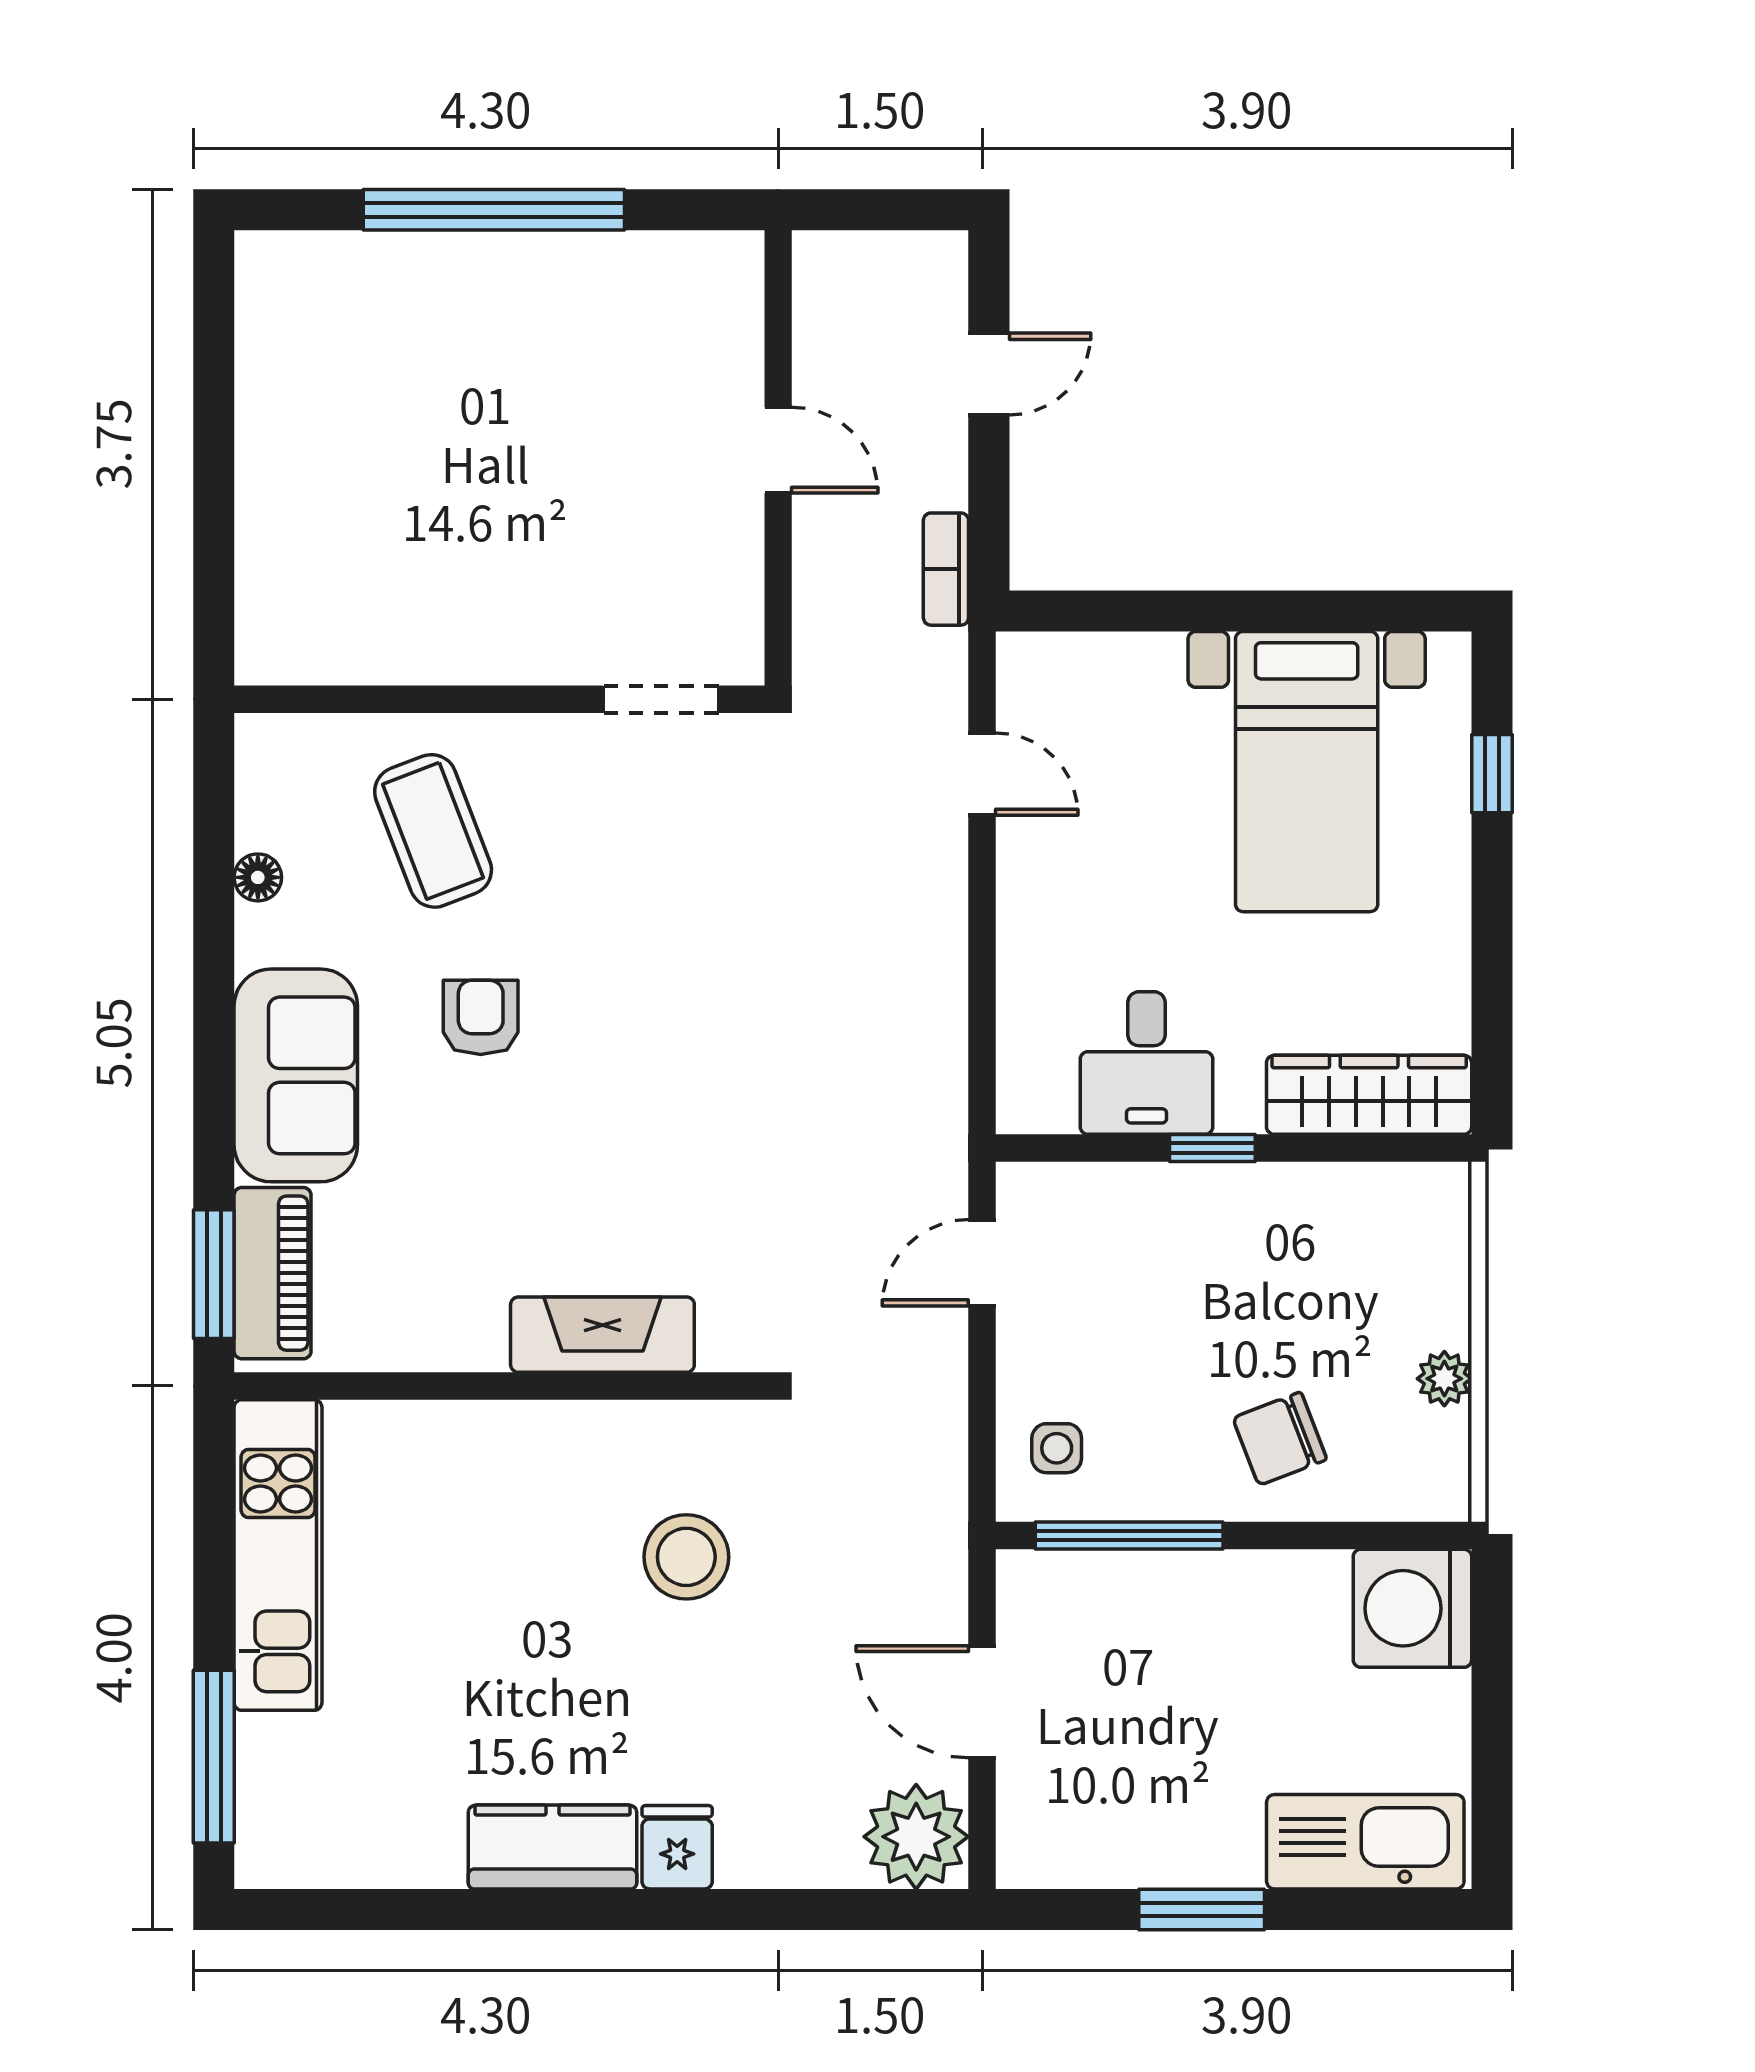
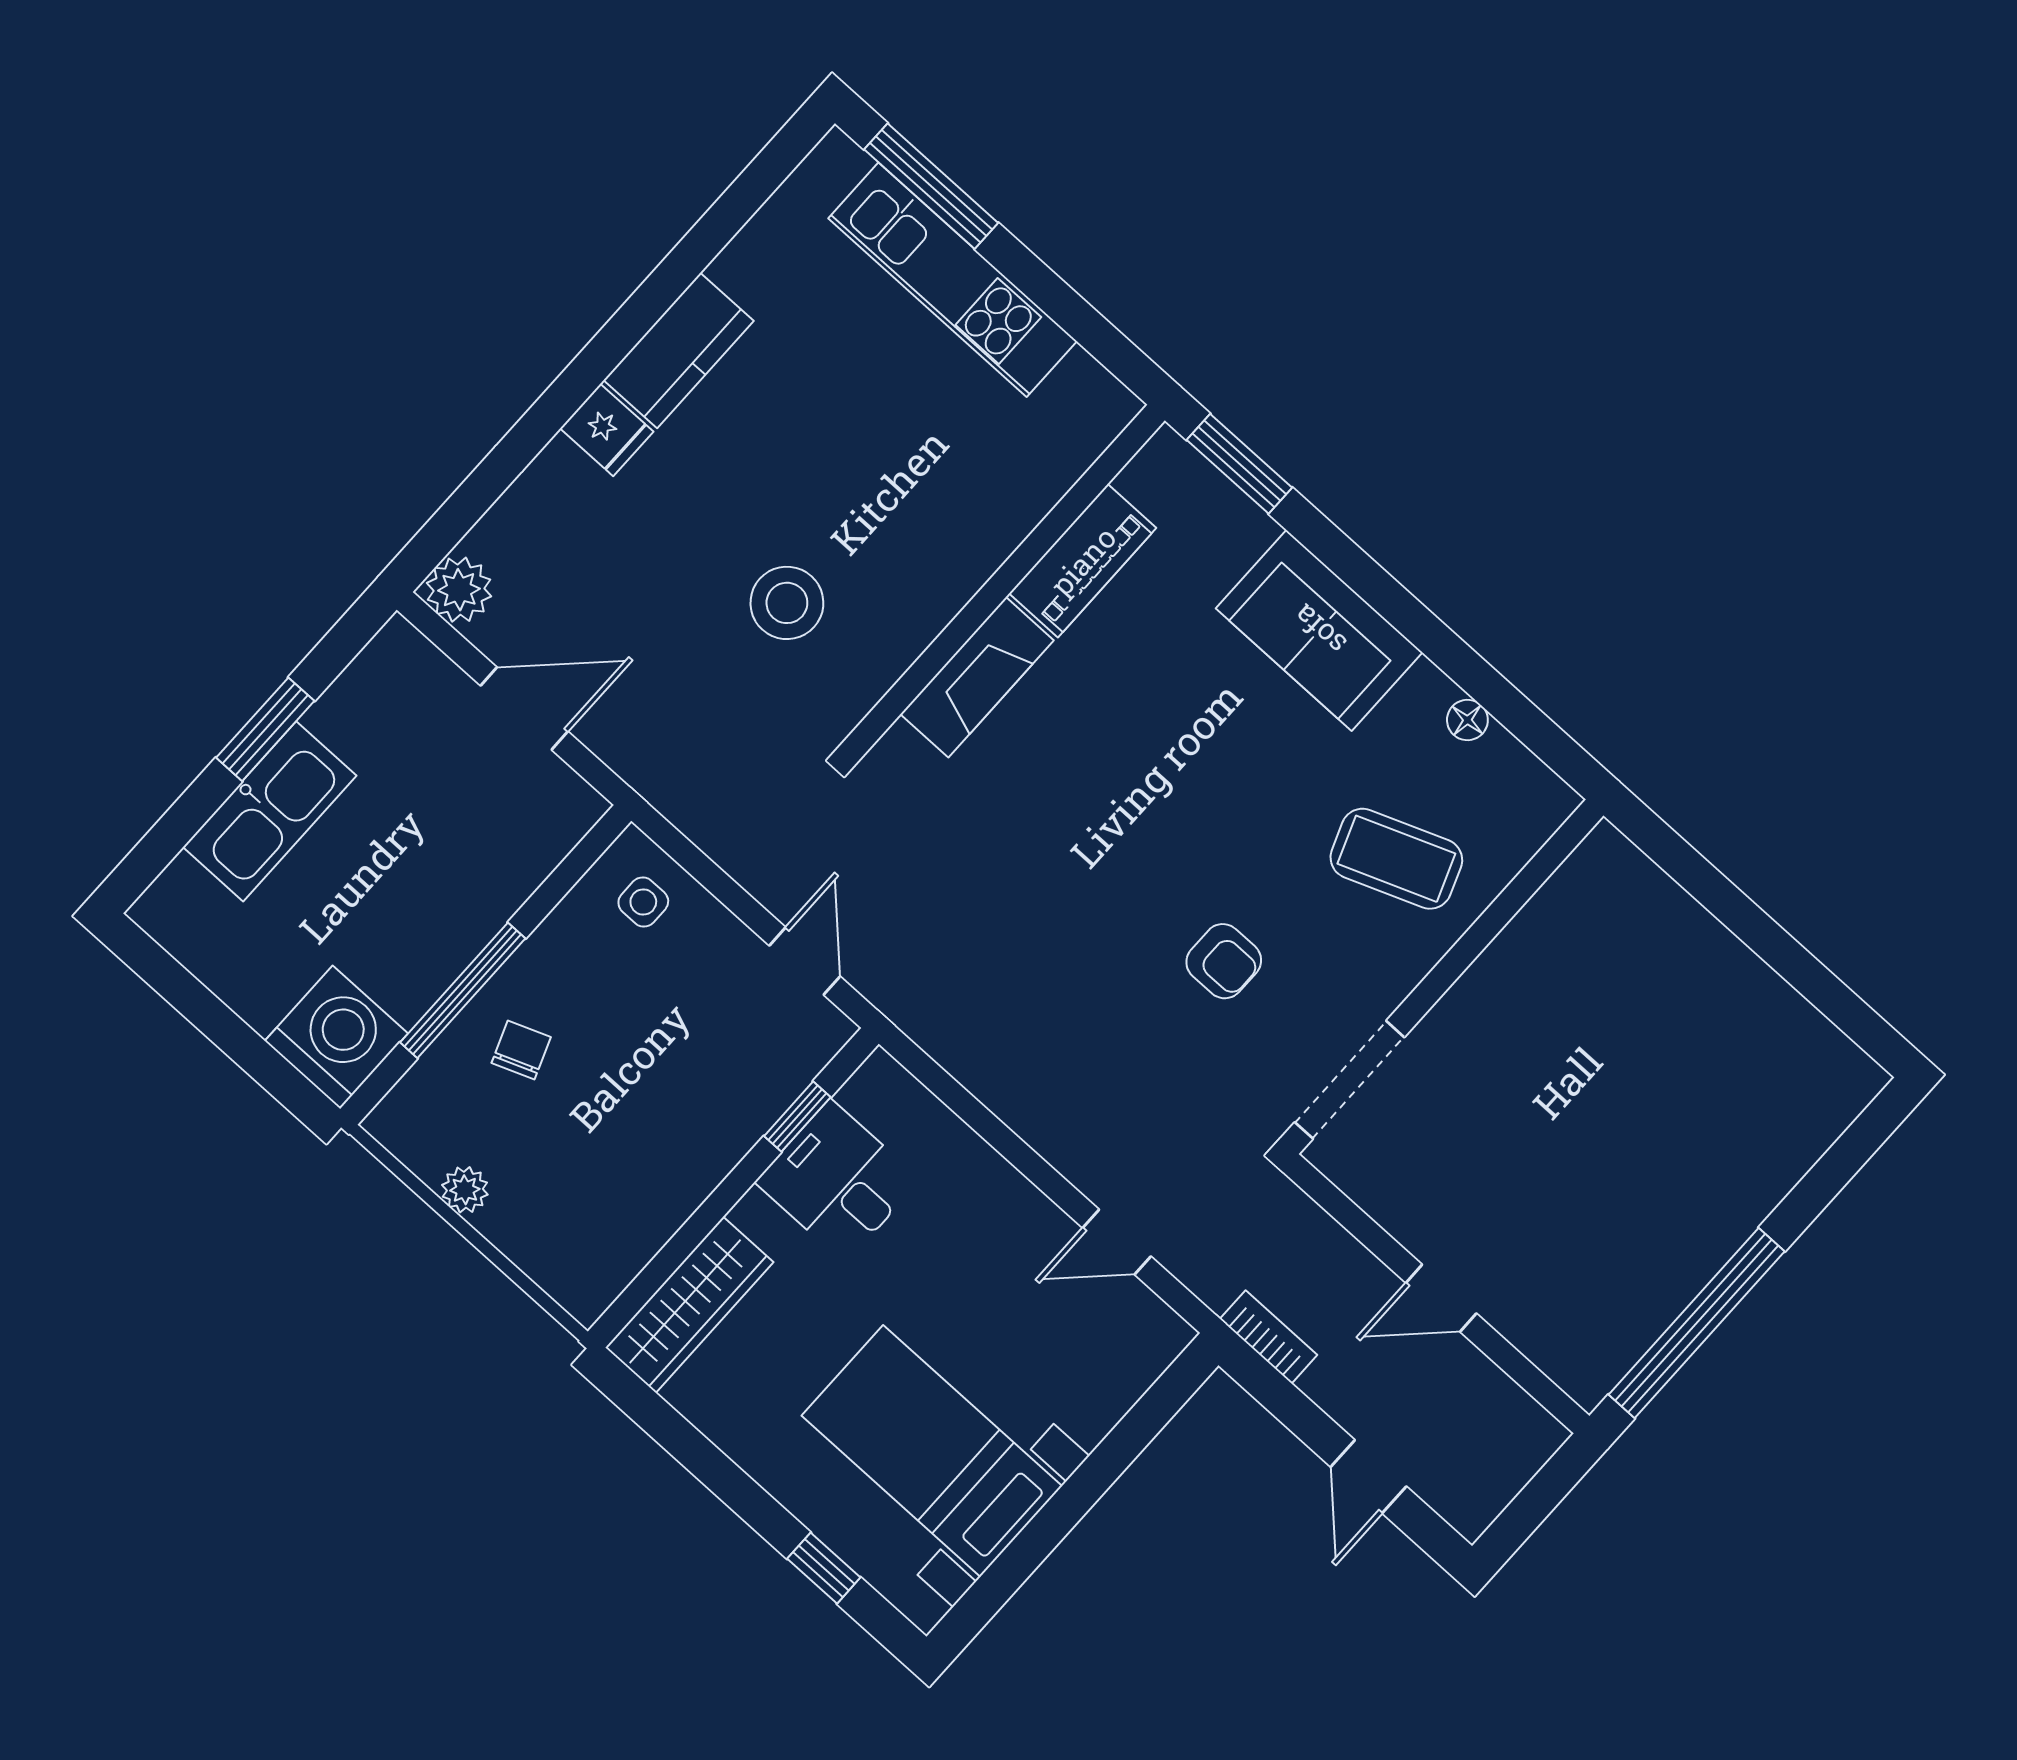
window: (494, 210) -> (1697, 1323), moved
doorway: (661, 699) -> (1350, 1080), width x1.38
armchair: (481, 1017) -> (1224, 961), moved
window: (1212, 1148) -> (797, 1117), moved
piano: (273, 1273) -> (1083, 561), moved, turned -90
chair: (1280, 1439) -> (521, 1050), width x0.73, depth x0.73
window: (1129, 1536) -> (463, 990), moved
kitchen unit: (278, 1555) -> (953, 280), moved
plant: (916, 1837) -> (459, 590), width x0.73, depth x0.73
kitchen sink: (1365, 1842) -> (270, 811), moved

